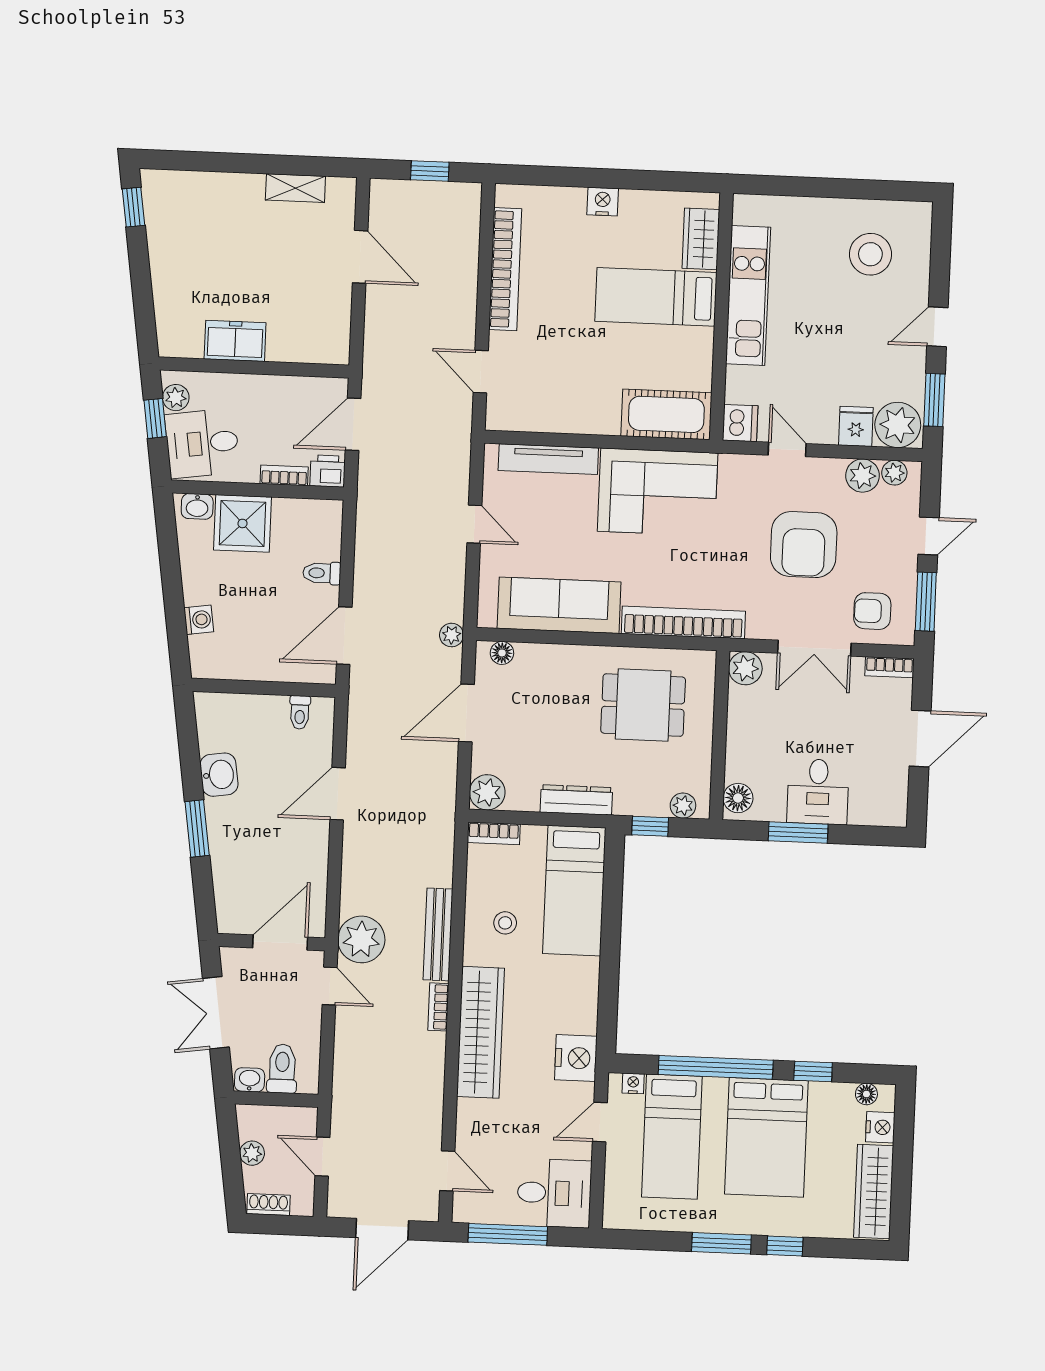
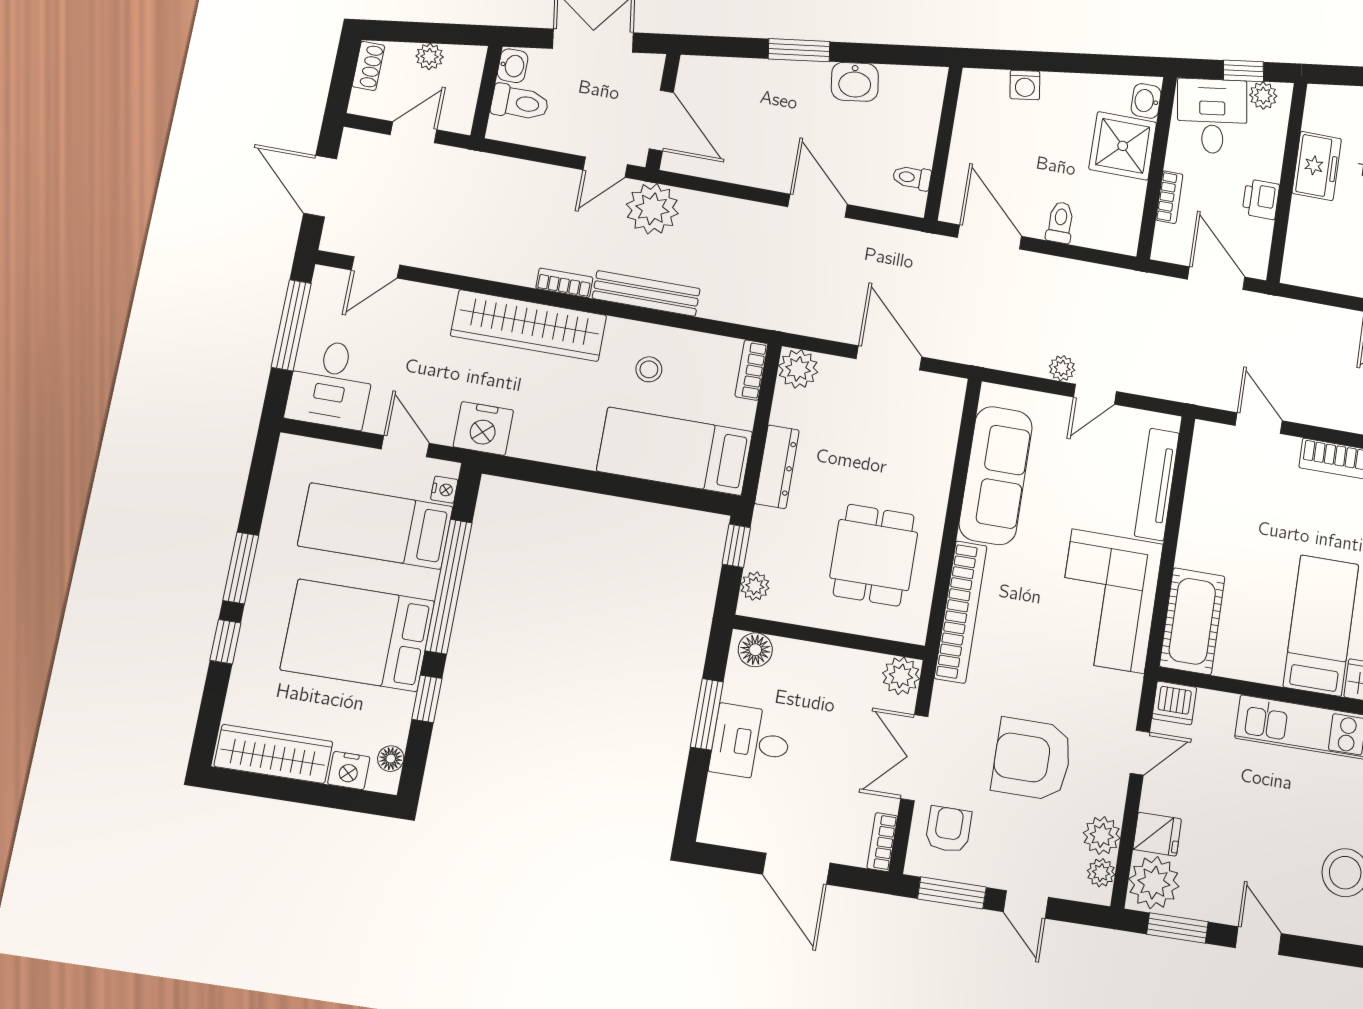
door: (481, 372) -> (1259, 423), hinge flipped
printer: (328, 471) -> (1261, 199), moved, turned 180
plant: (452, 635) -> (1062, 368), moved
floor lamp: (502, 653) -> (951, 406), removed

